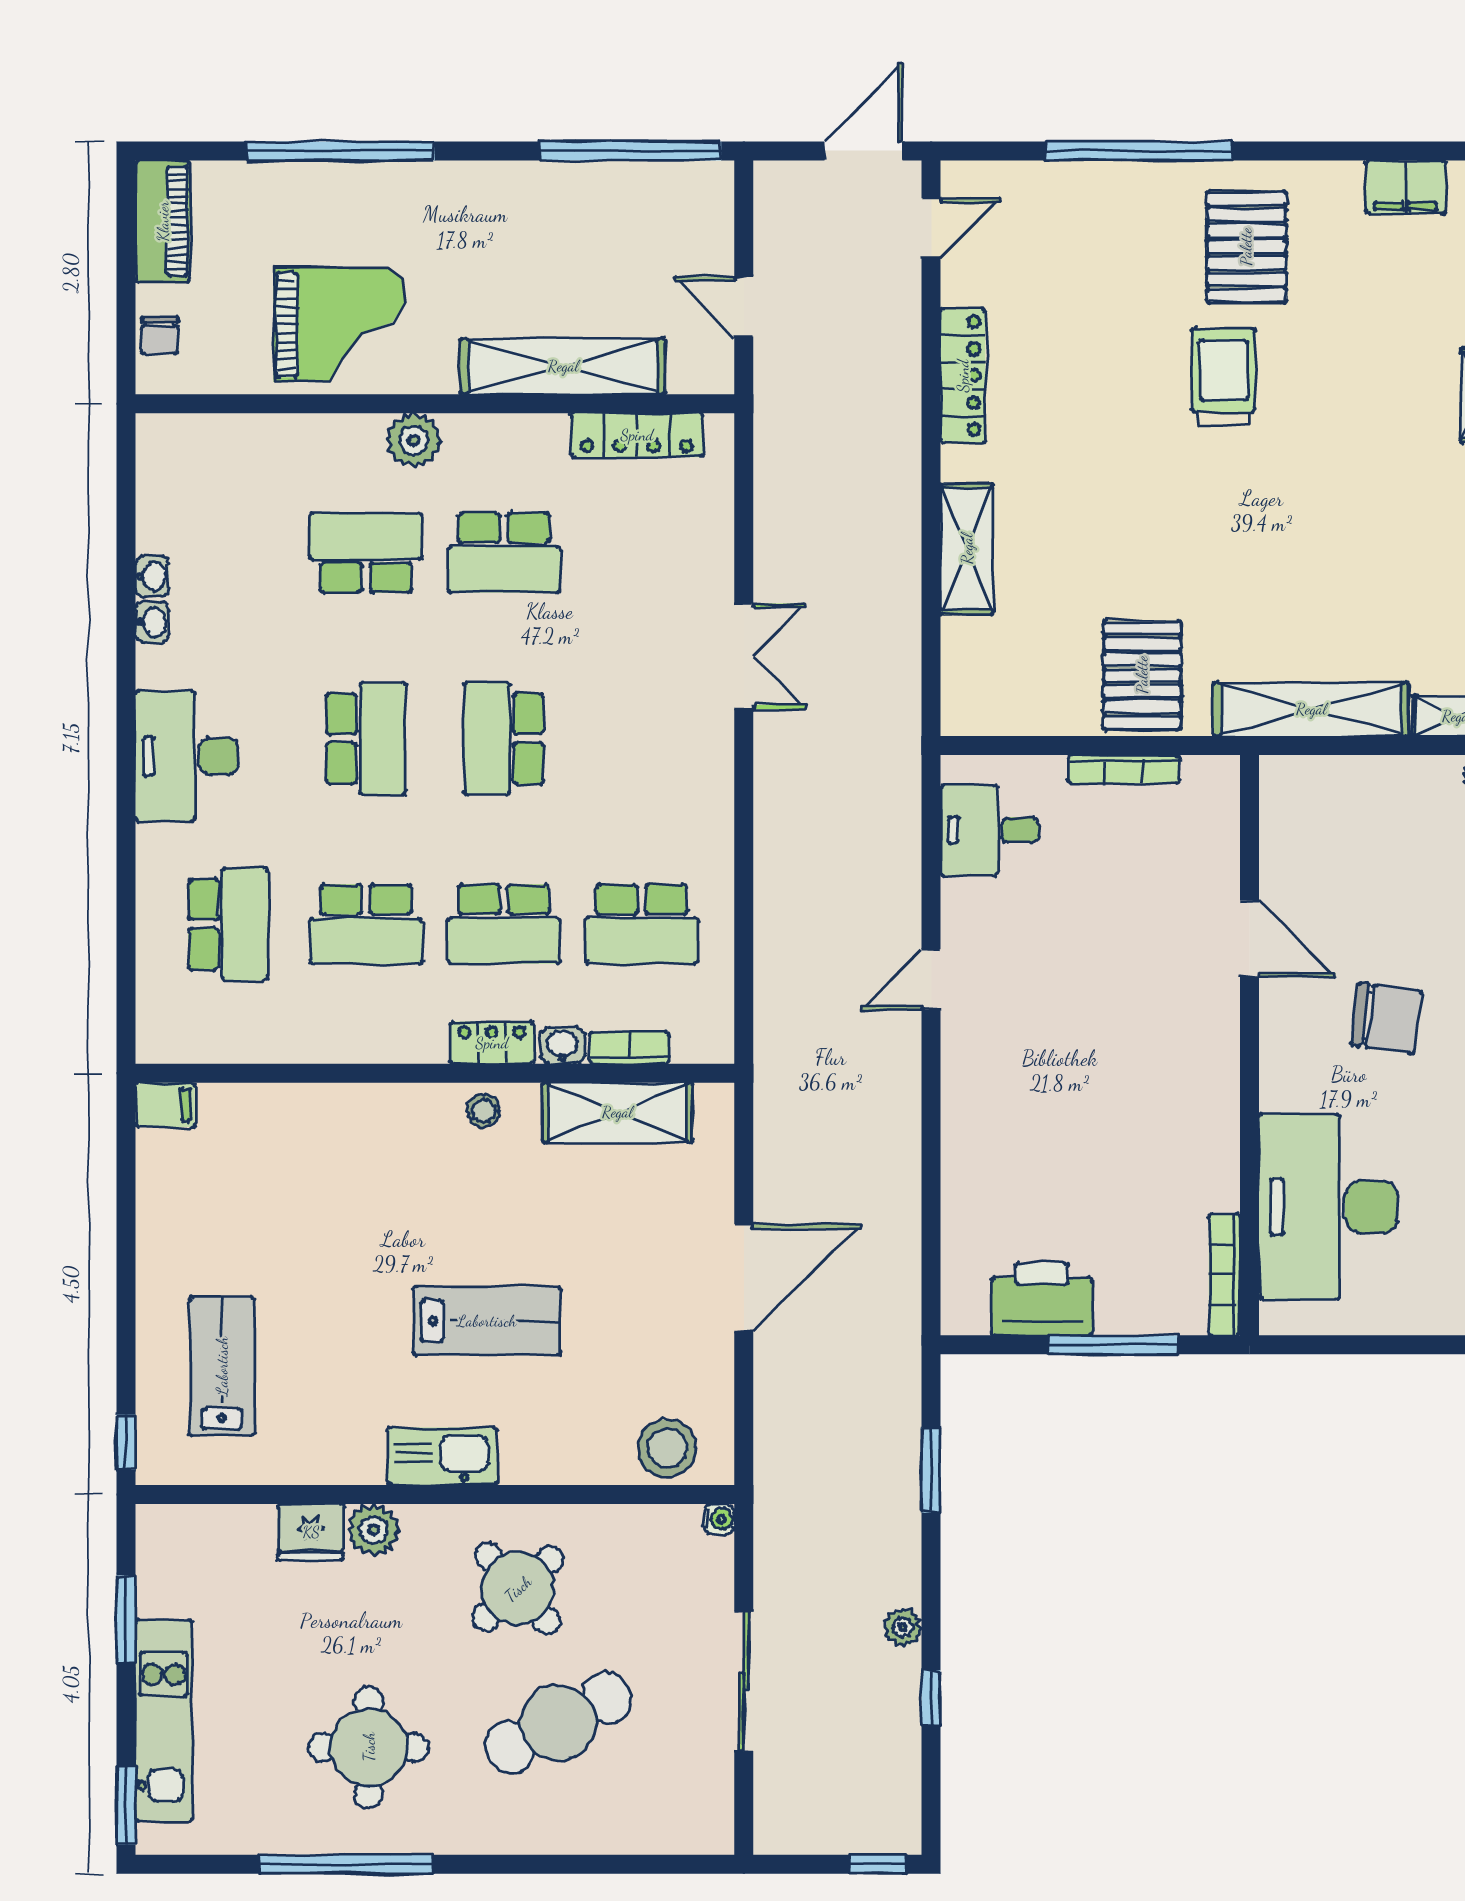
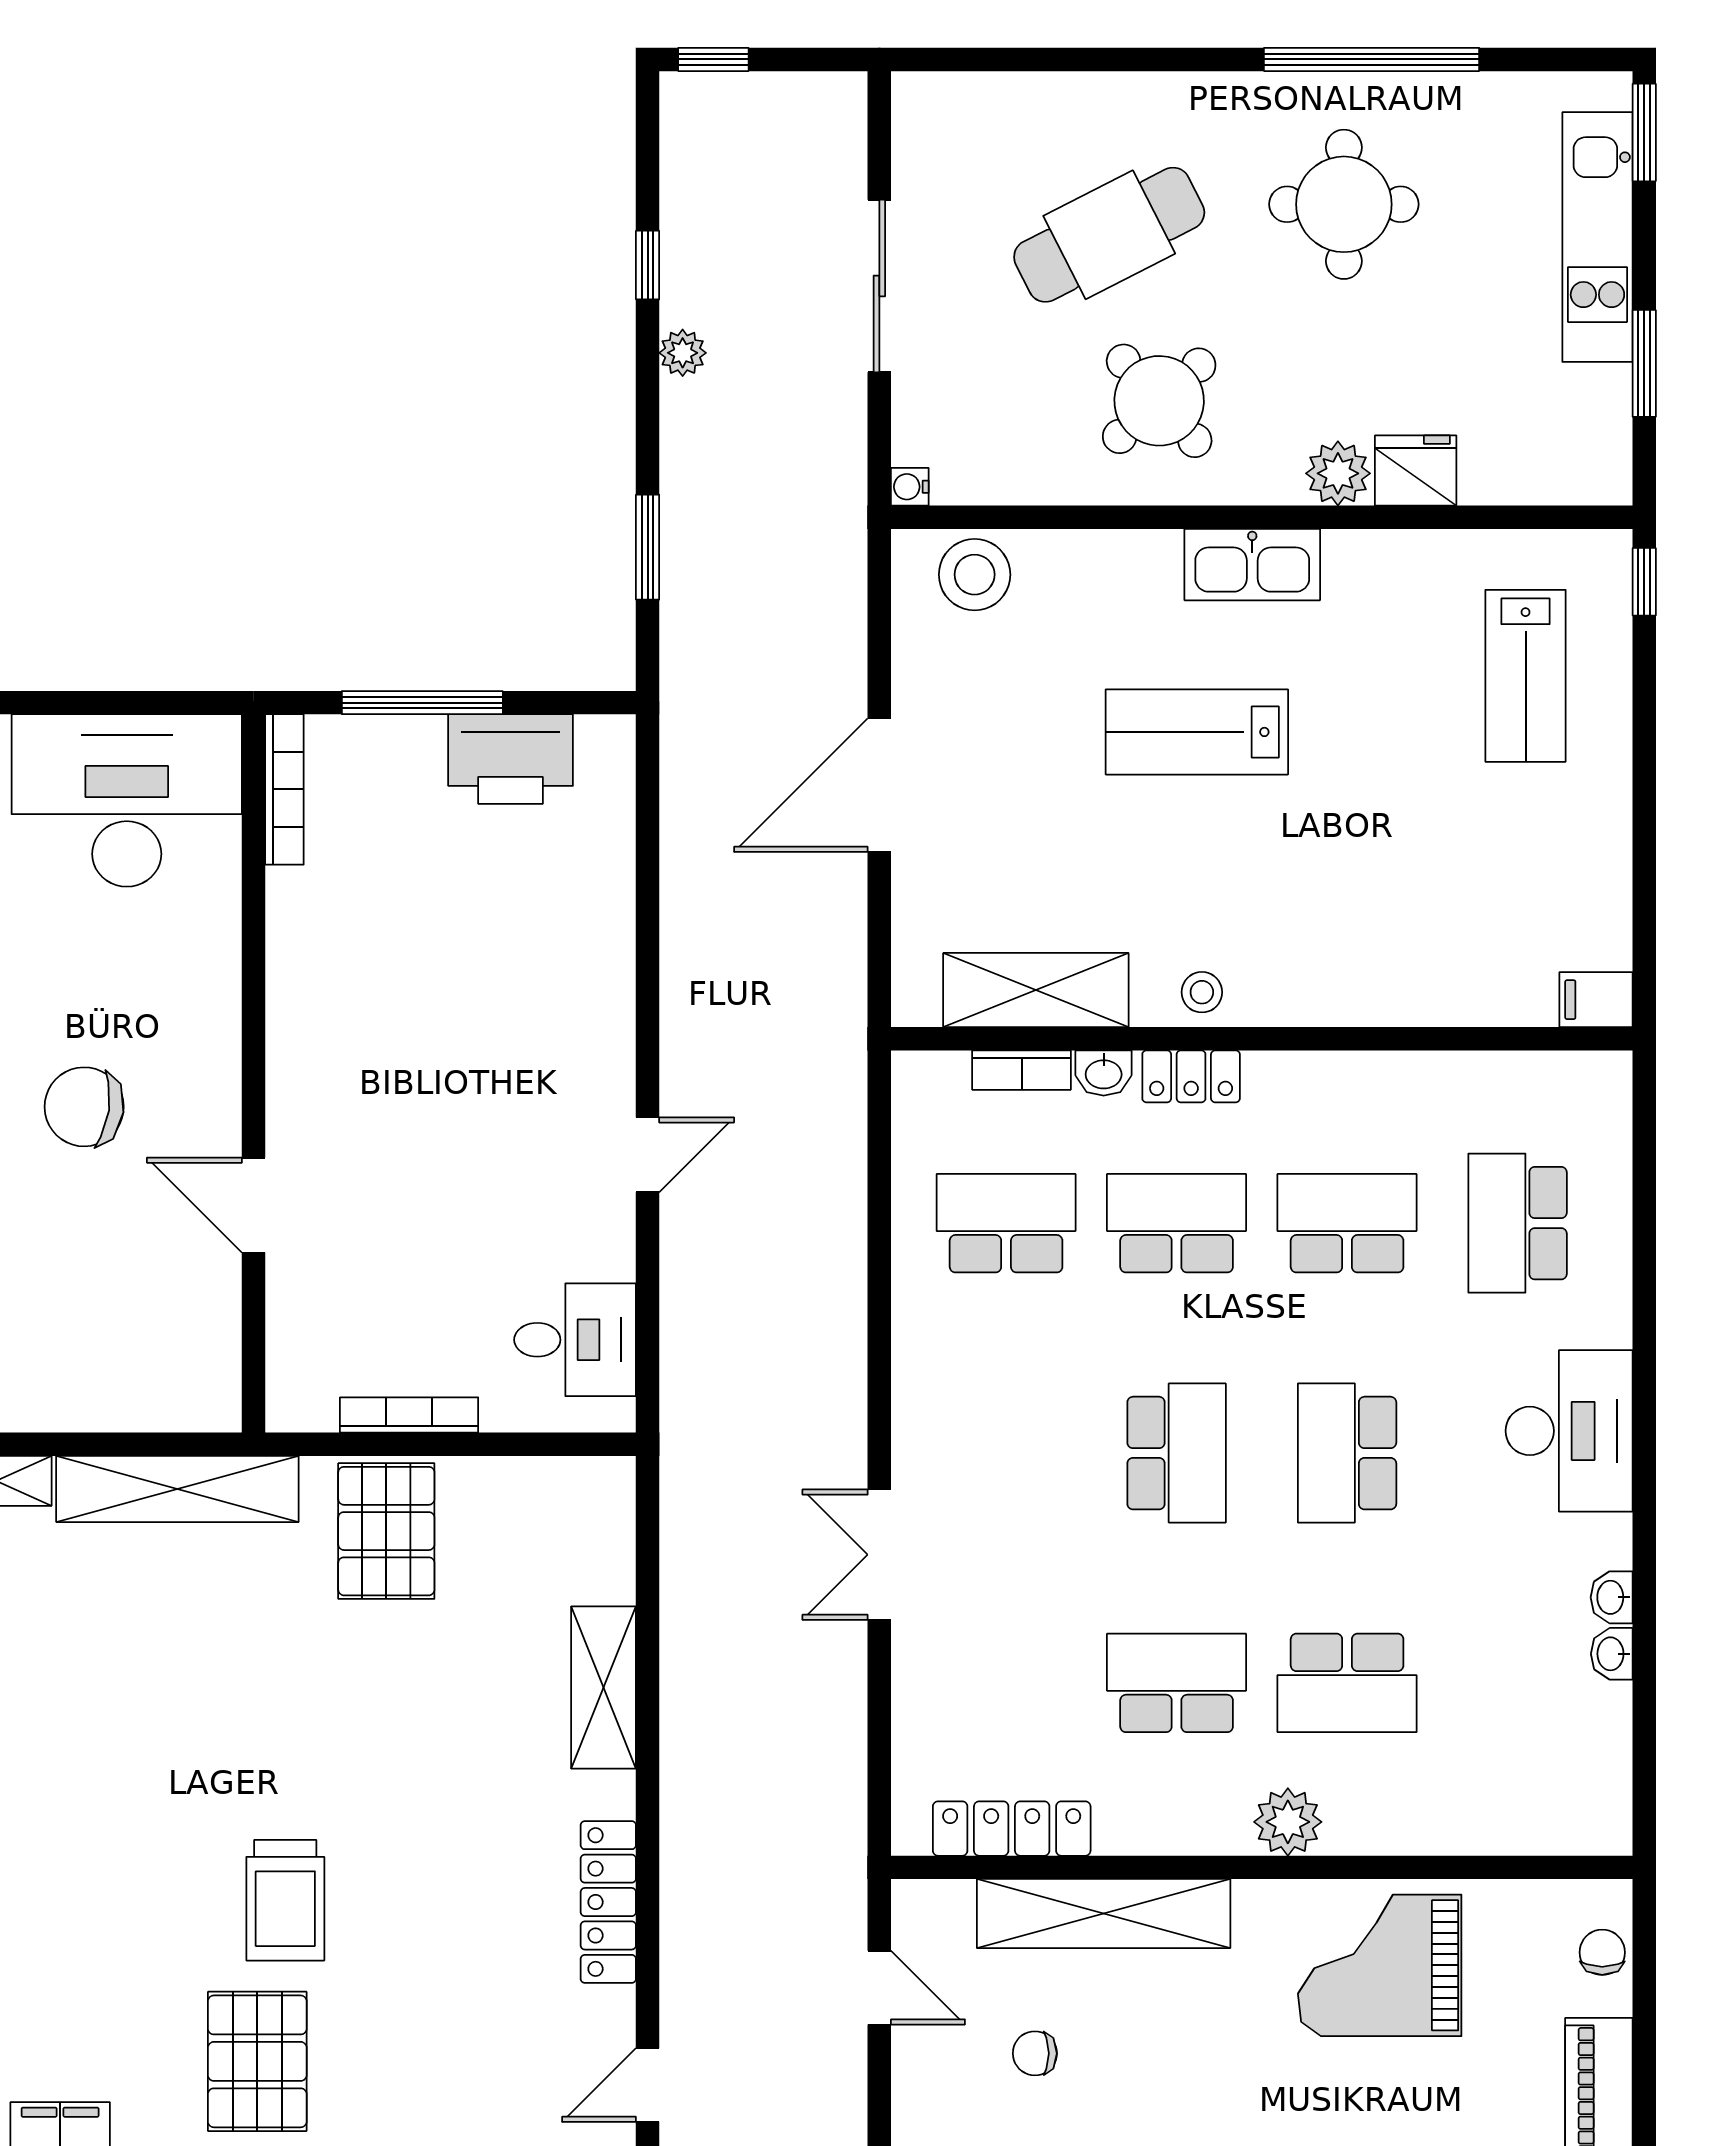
chair: (618, 254) -> (1035, 2053), added
desk: (1328, 1207) -> (127, 800), moved, turned -90

